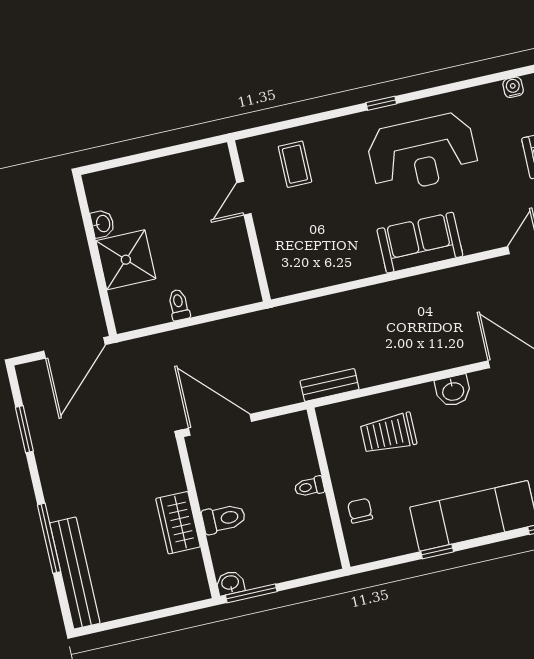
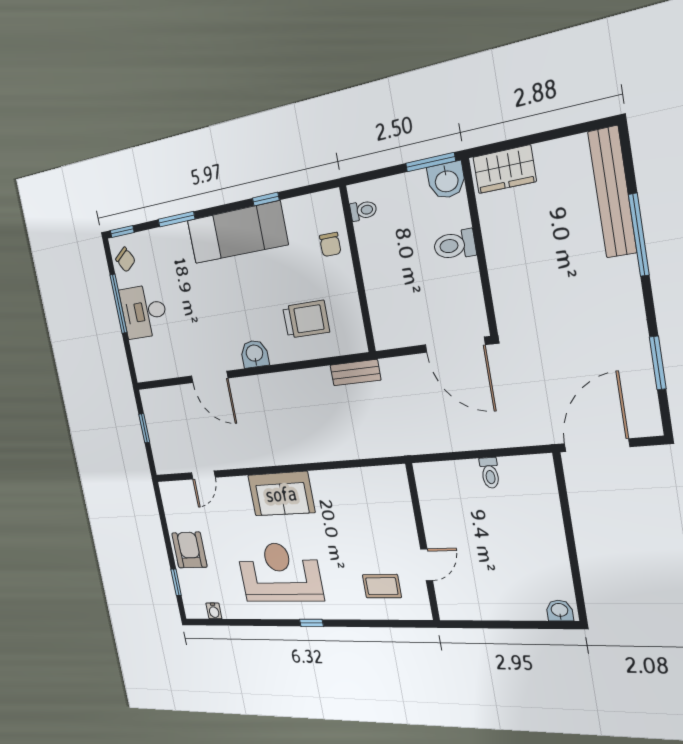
coffee table: (295, 164) -> (382, 586), turned 90
washbasin: (103, 224) -> (560, 611), moved, turned 90
shower: (126, 260) -> (539, 527), removed
toilet: (309, 487) -> (363, 210), moved
wardrobe: (178, 523) -> (504, 169), moved, turned 90
washbasin: (230, 583) -> (446, 180), width x1.38, depth x1.45

